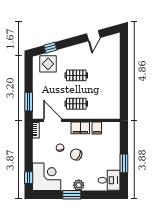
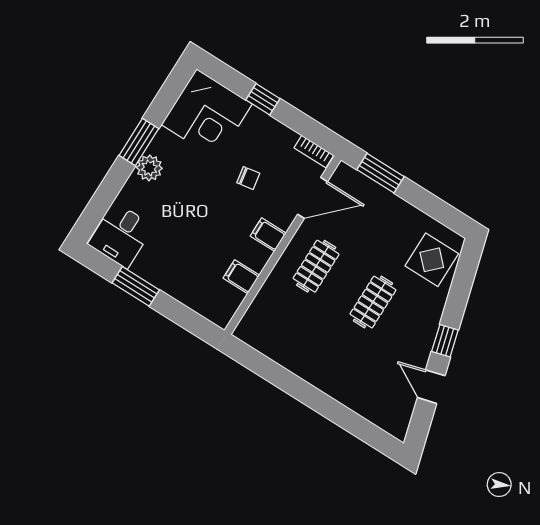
window: (50, 48) -> (445, 341), moved
filing cabinet: (80, 128) -> (268, 235), width x0.50
chair: (76, 154) -> (214, 202), removed
window: (29, 178) -> (263, 99), moved

